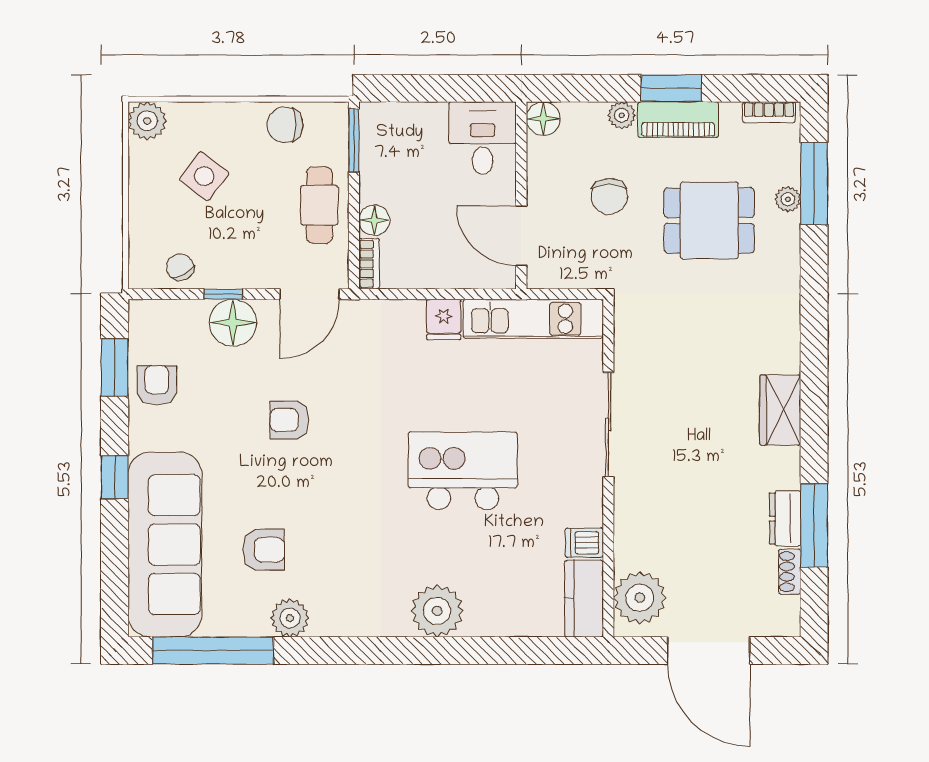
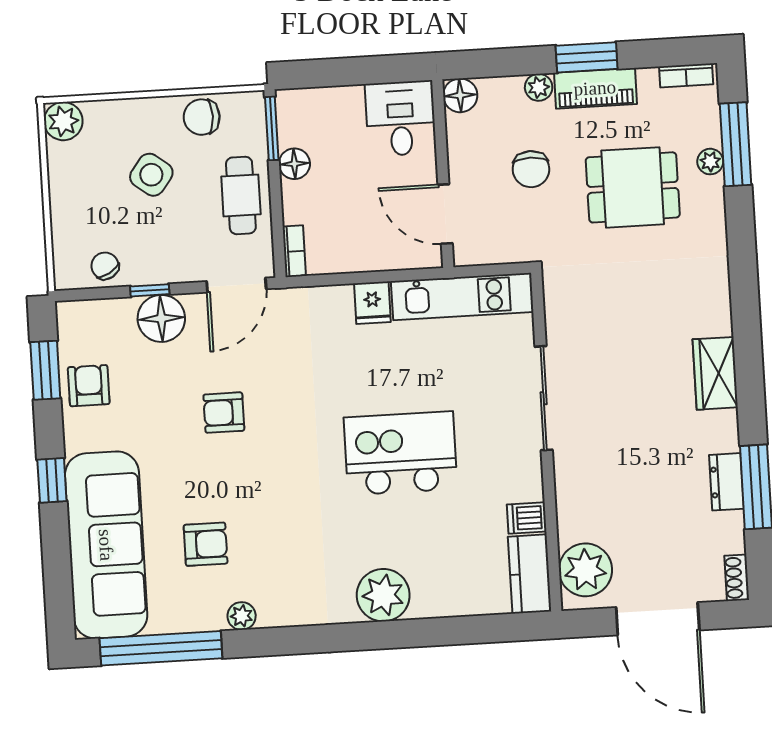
side table: (204, 176) -> (151, 175), moved
floor lamp: (374, 220) -> (294, 164), moved
shoe rack: (790, 572) -> (737, 578), moved
plant: (290, 618) -> (242, 616), width x0.73, depth x0.73

